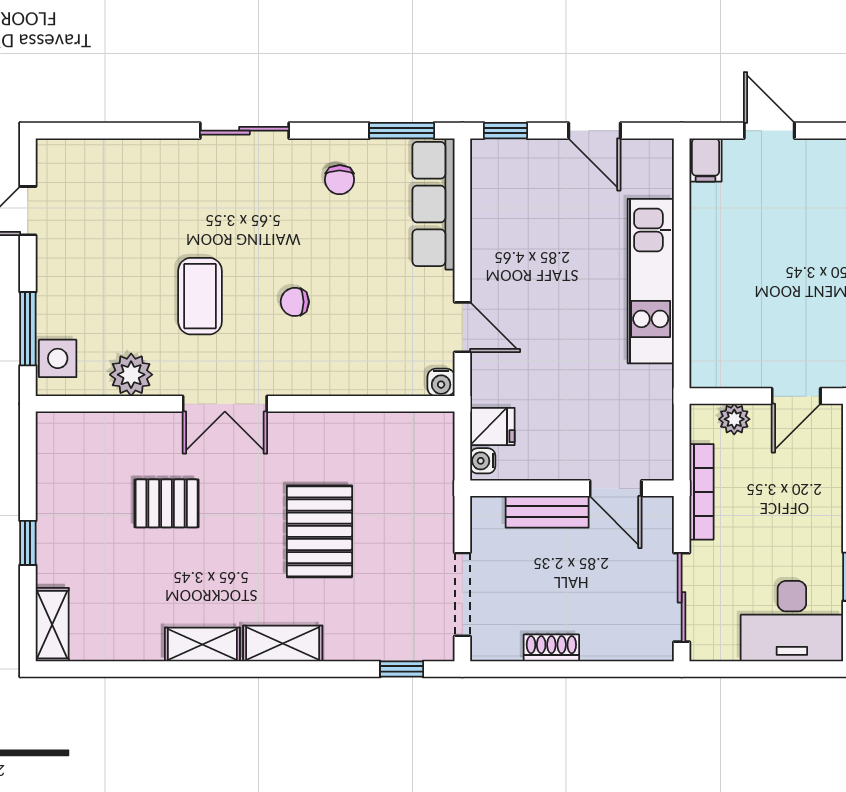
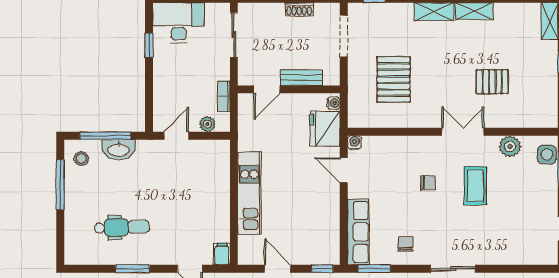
fridge: (492, 426) -> (325, 129), width x1.88, depth x1.34
door: (616, 488) -> (267, 89), swing flipped
bookcase: (702, 492) -> (224, 96), width x0.64
pallet: (319, 531) -> (394, 80), moved

